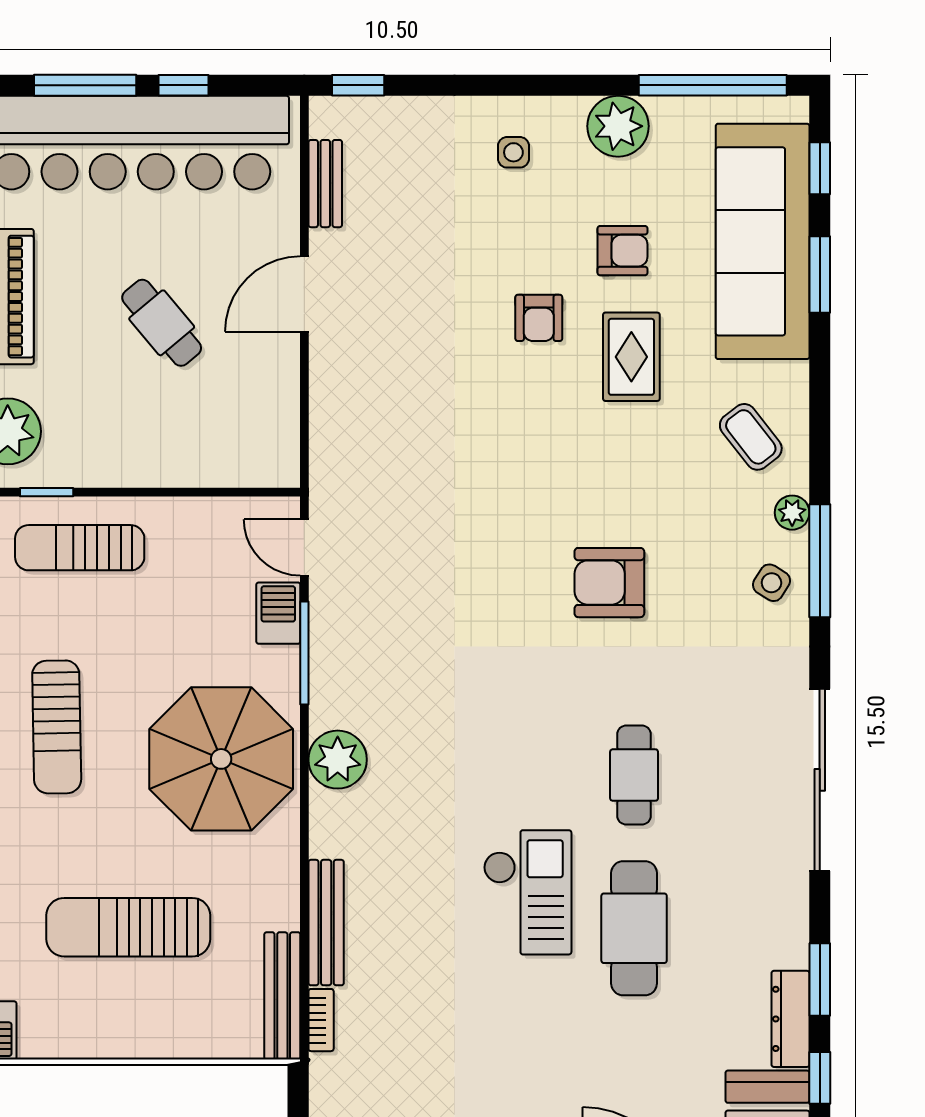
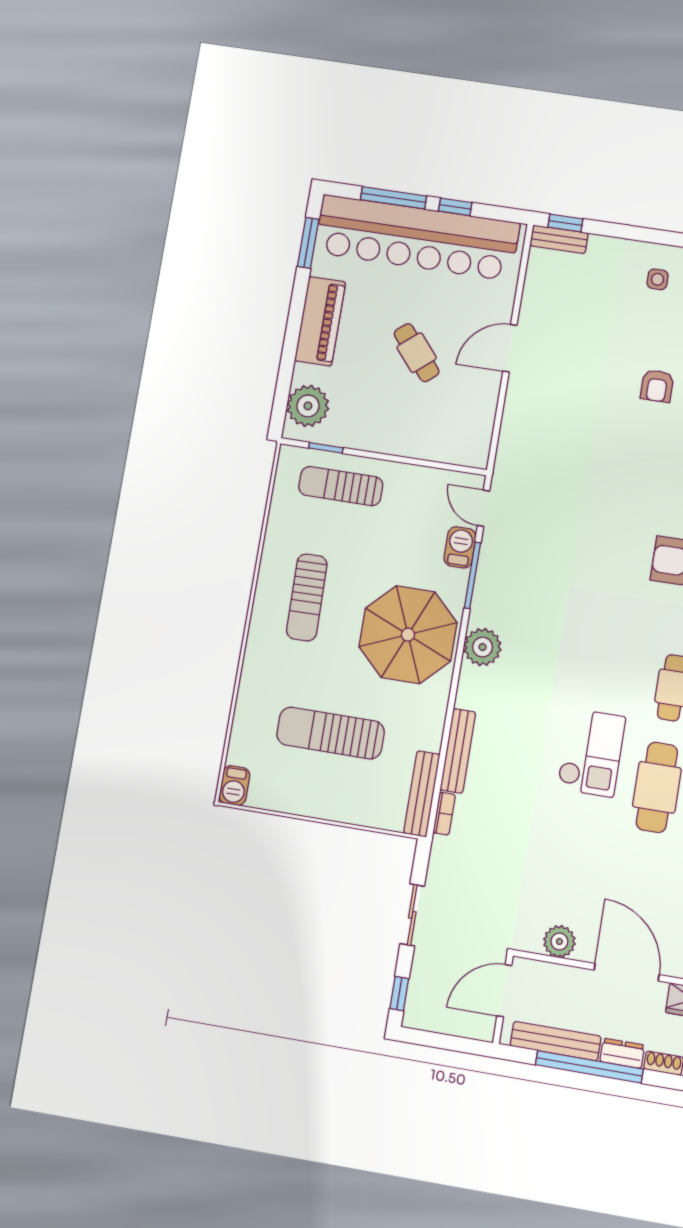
bench: (325, 184) -> (559, 239), moved, turned 90

